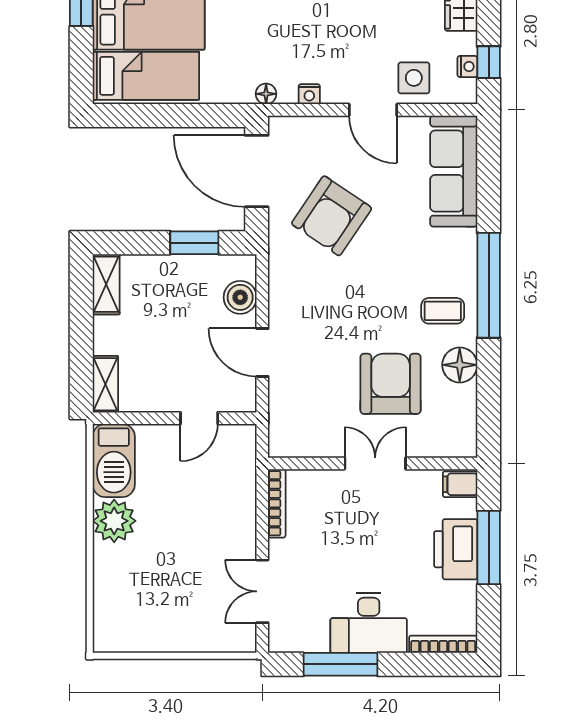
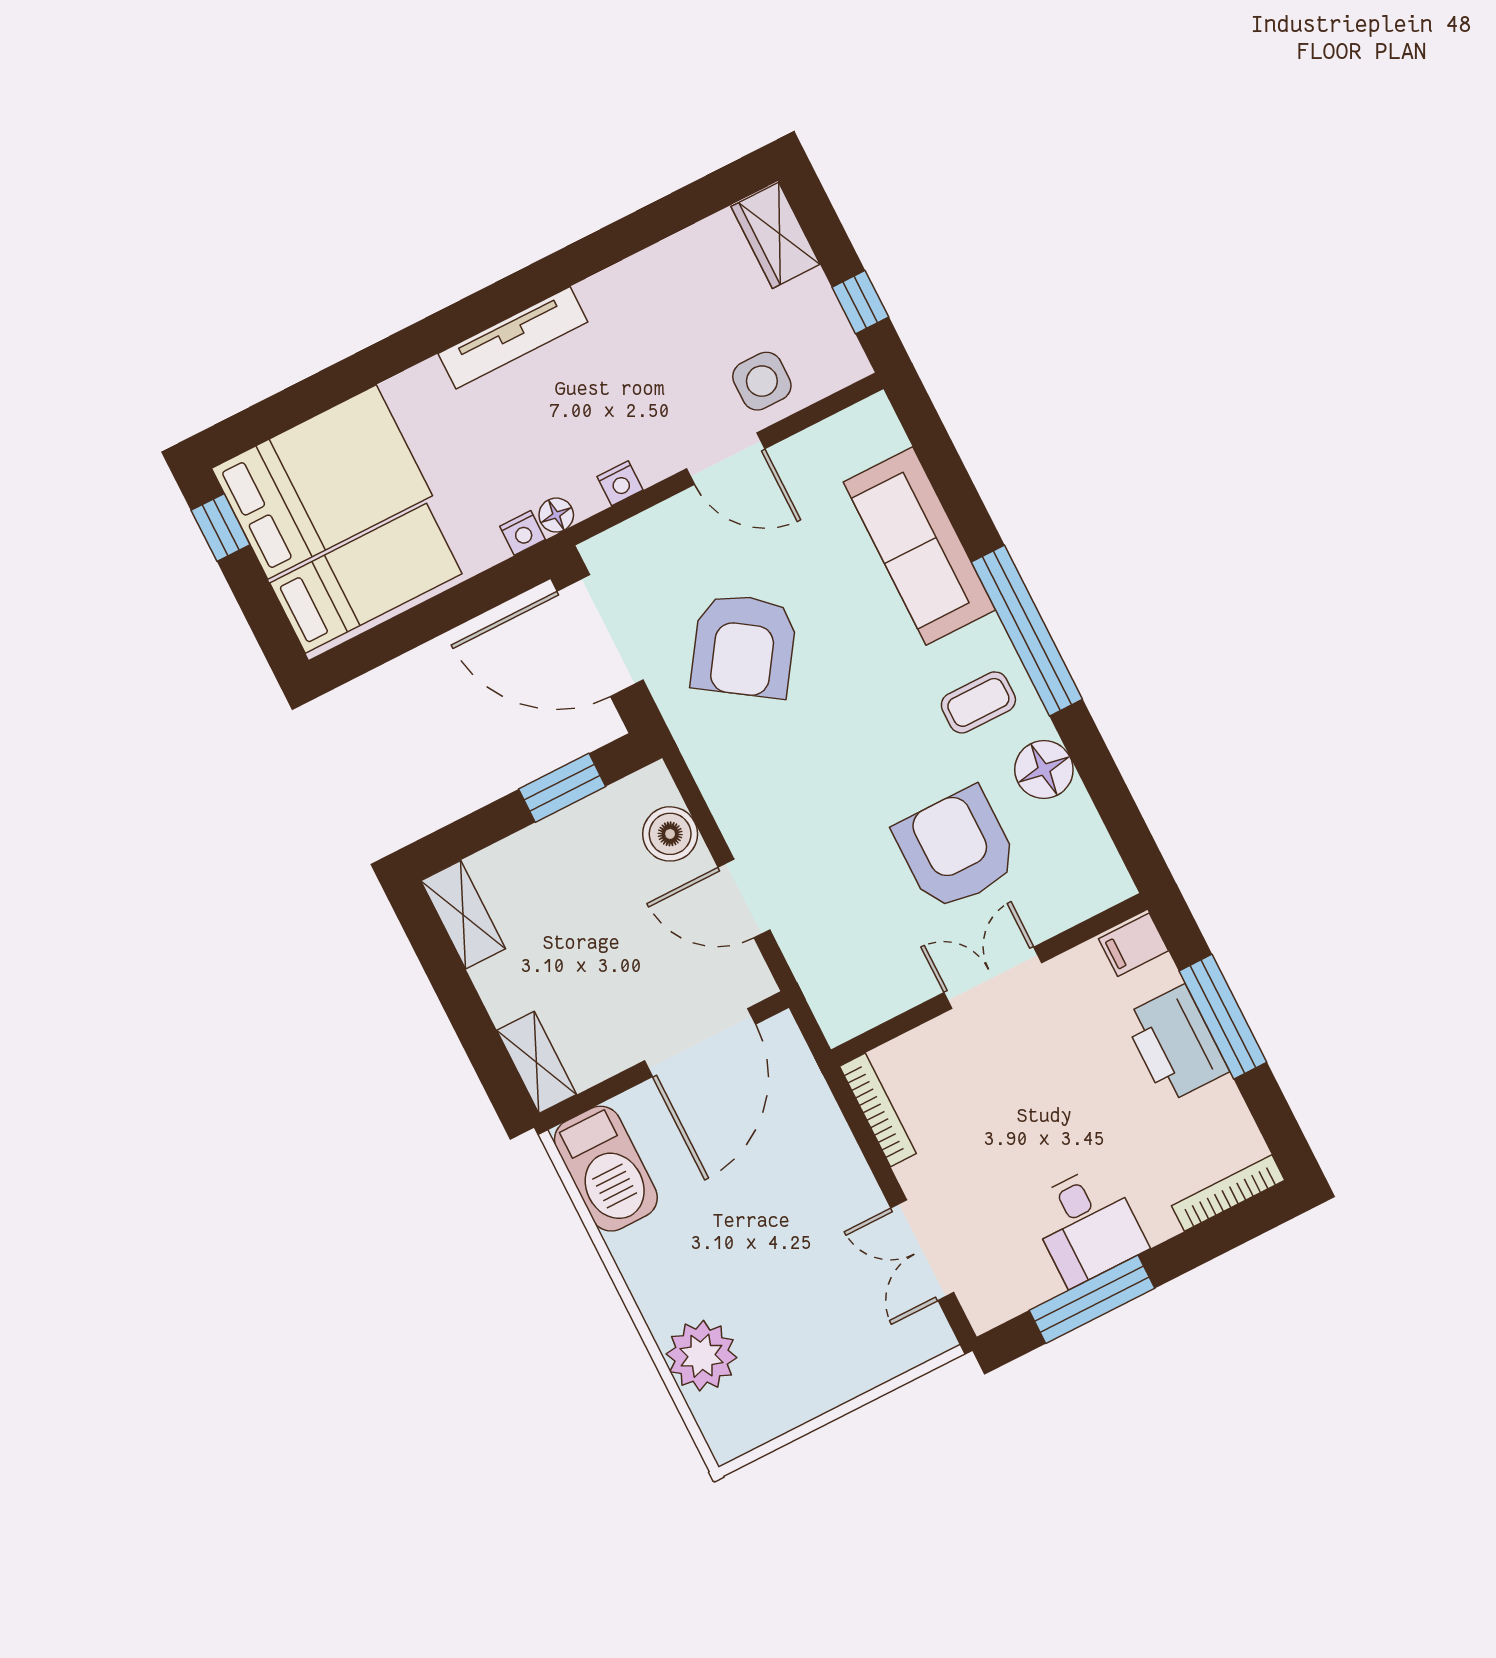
nightstand: (467, 67) -> (522, 533), moved, turned 90
sofa: (454, 171) -> (919, 546), moved
door: (199, 418) -> (700, 1043), width x1.87
plant: (114, 521) -> (702, 1356), moved
desk: (369, 623) -> (1087, 1225), width x0.73

